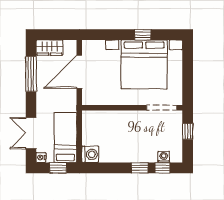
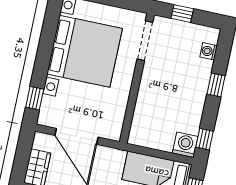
window: (143, 35) -> (35, 98), moved
window: (162, 168) -> (205, 139), moved

